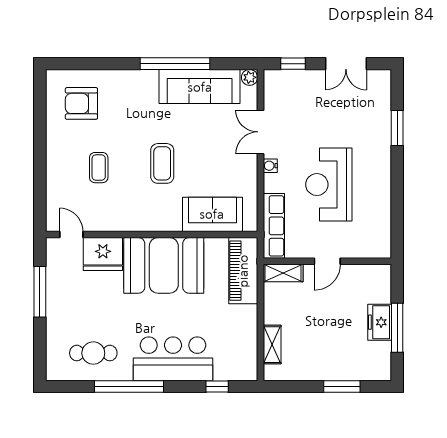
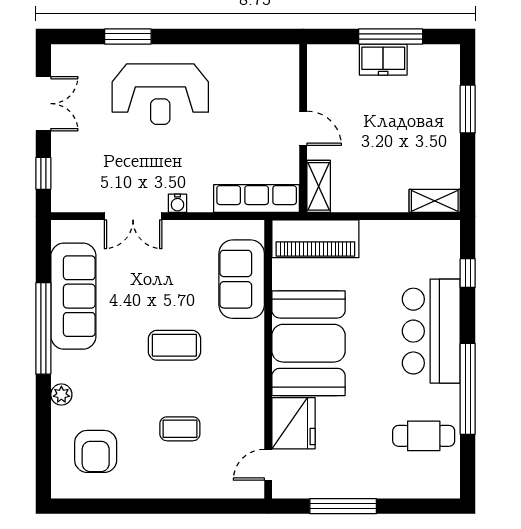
plant: (250, 77) -> (61, 395), moved
reception desk: (329, 185) -> (160, 94), moved
shelving: (272, 345) -> (435, 201), moved
cafe table: (93, 353) -> (424, 436), turned 90

